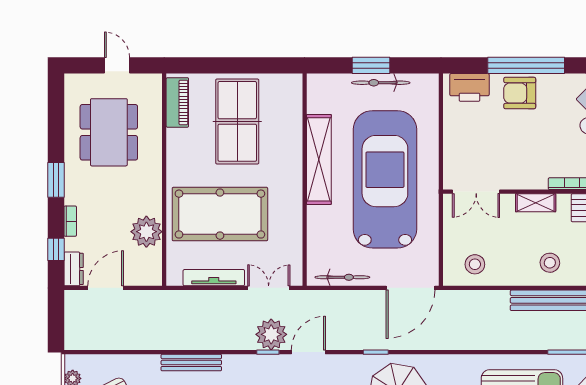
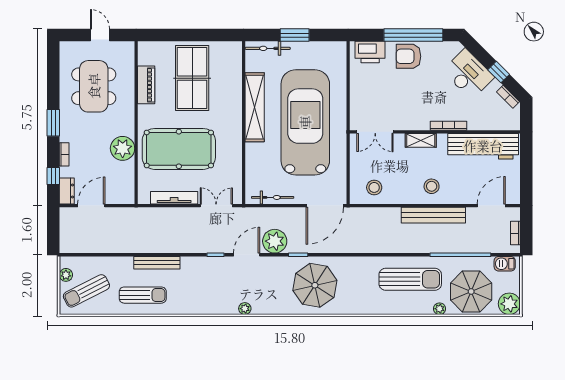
bicycle: (381, 83) -> (268, 48), moved
piano: (177, 102) -> (146, 85), moved
plant: (146, 232) -> (123, 148), moved
plant: (271, 334) -> (275, 241), moved

